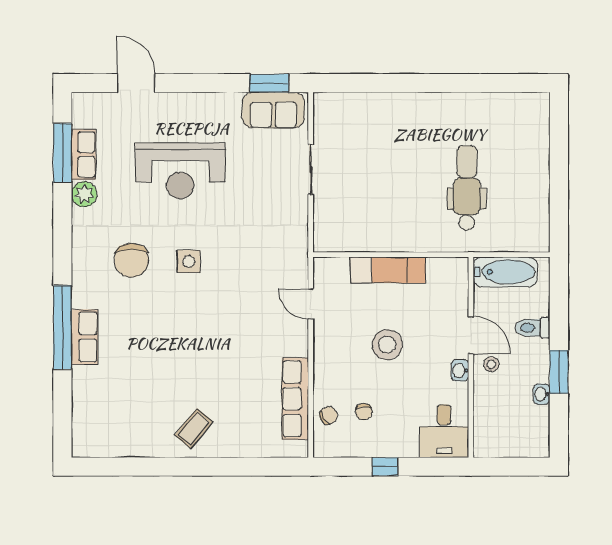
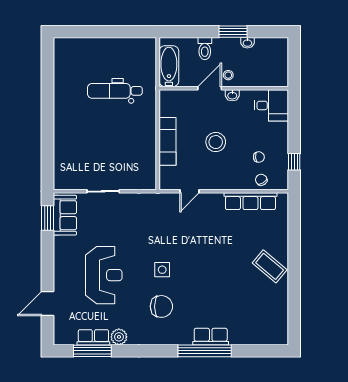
coffee table: (194, 428) -> (270, 266), width x1.36, depth x1.30
window: (385, 467) -> (294, 162), moved

